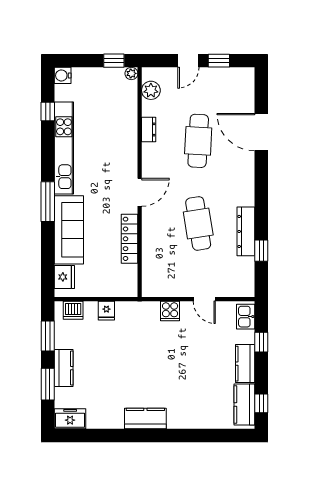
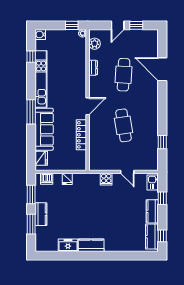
dresser: (246, 231) -> (153, 130), removed
freezer: (70, 419) -> (68, 245), moved

